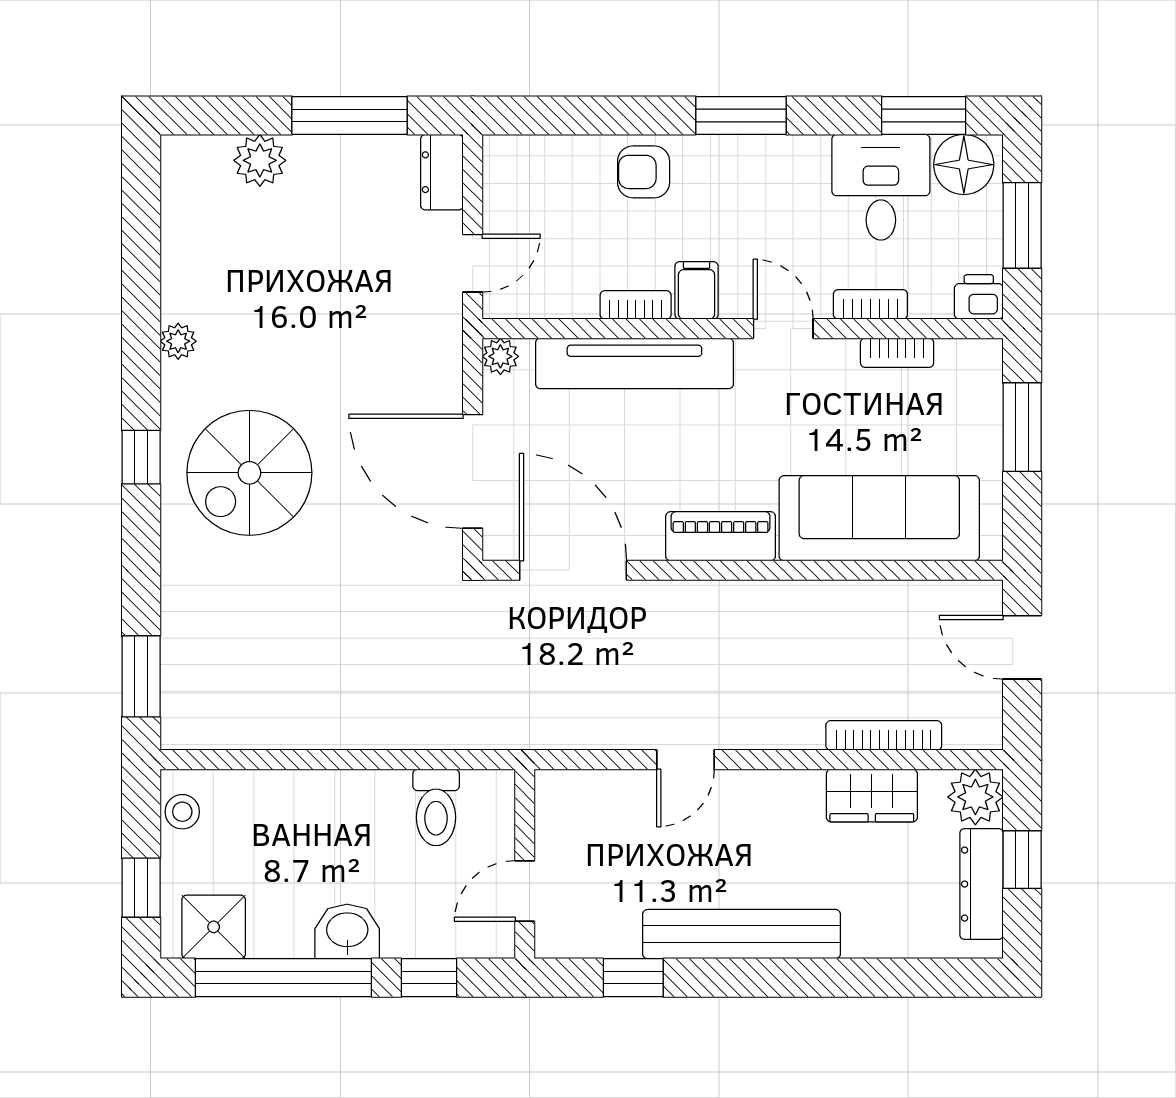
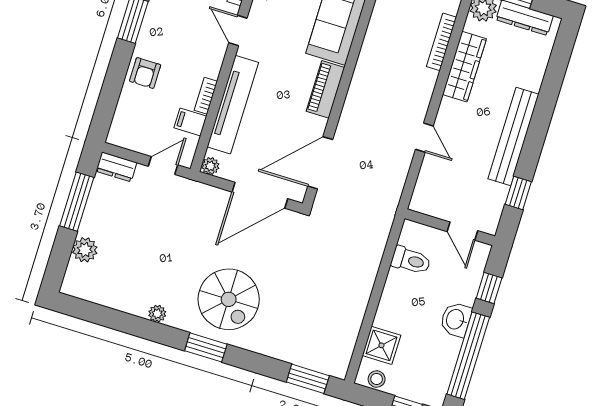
door: (473, 263) -> (163, 166), hinge flipped
filing cabinet: (697, 290) -> (190, 122), moved
door: (783, 329) -> (238, 31), hinge flipped
window: (141, 457) -> (206, 347), width x1.50
wardrobe: (872, 796) -> (464, 67), width x1.50
shower: (214, 927) -> (381, 345), moved

